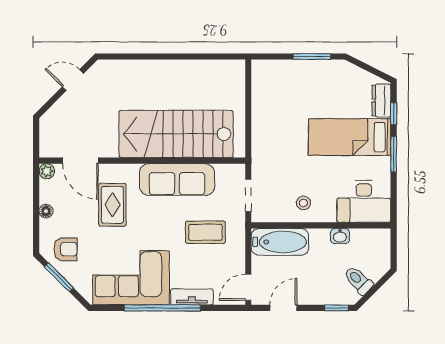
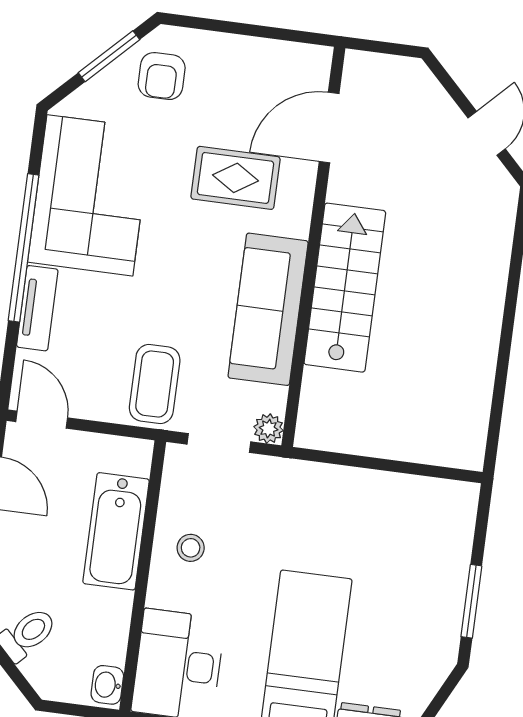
stairs: (176, 134) -> (345, 288), width x0.73, depth x0.66
plant: (47, 171) -> (269, 429), moved
floor lamp: (46, 211) -> (240, 48), removed
coffee table: (205, 232) -> (155, 384), moved
washbasin: (340, 236) -> (107, 685), moved
bathtub: (280, 242) -> (116, 531), moved

